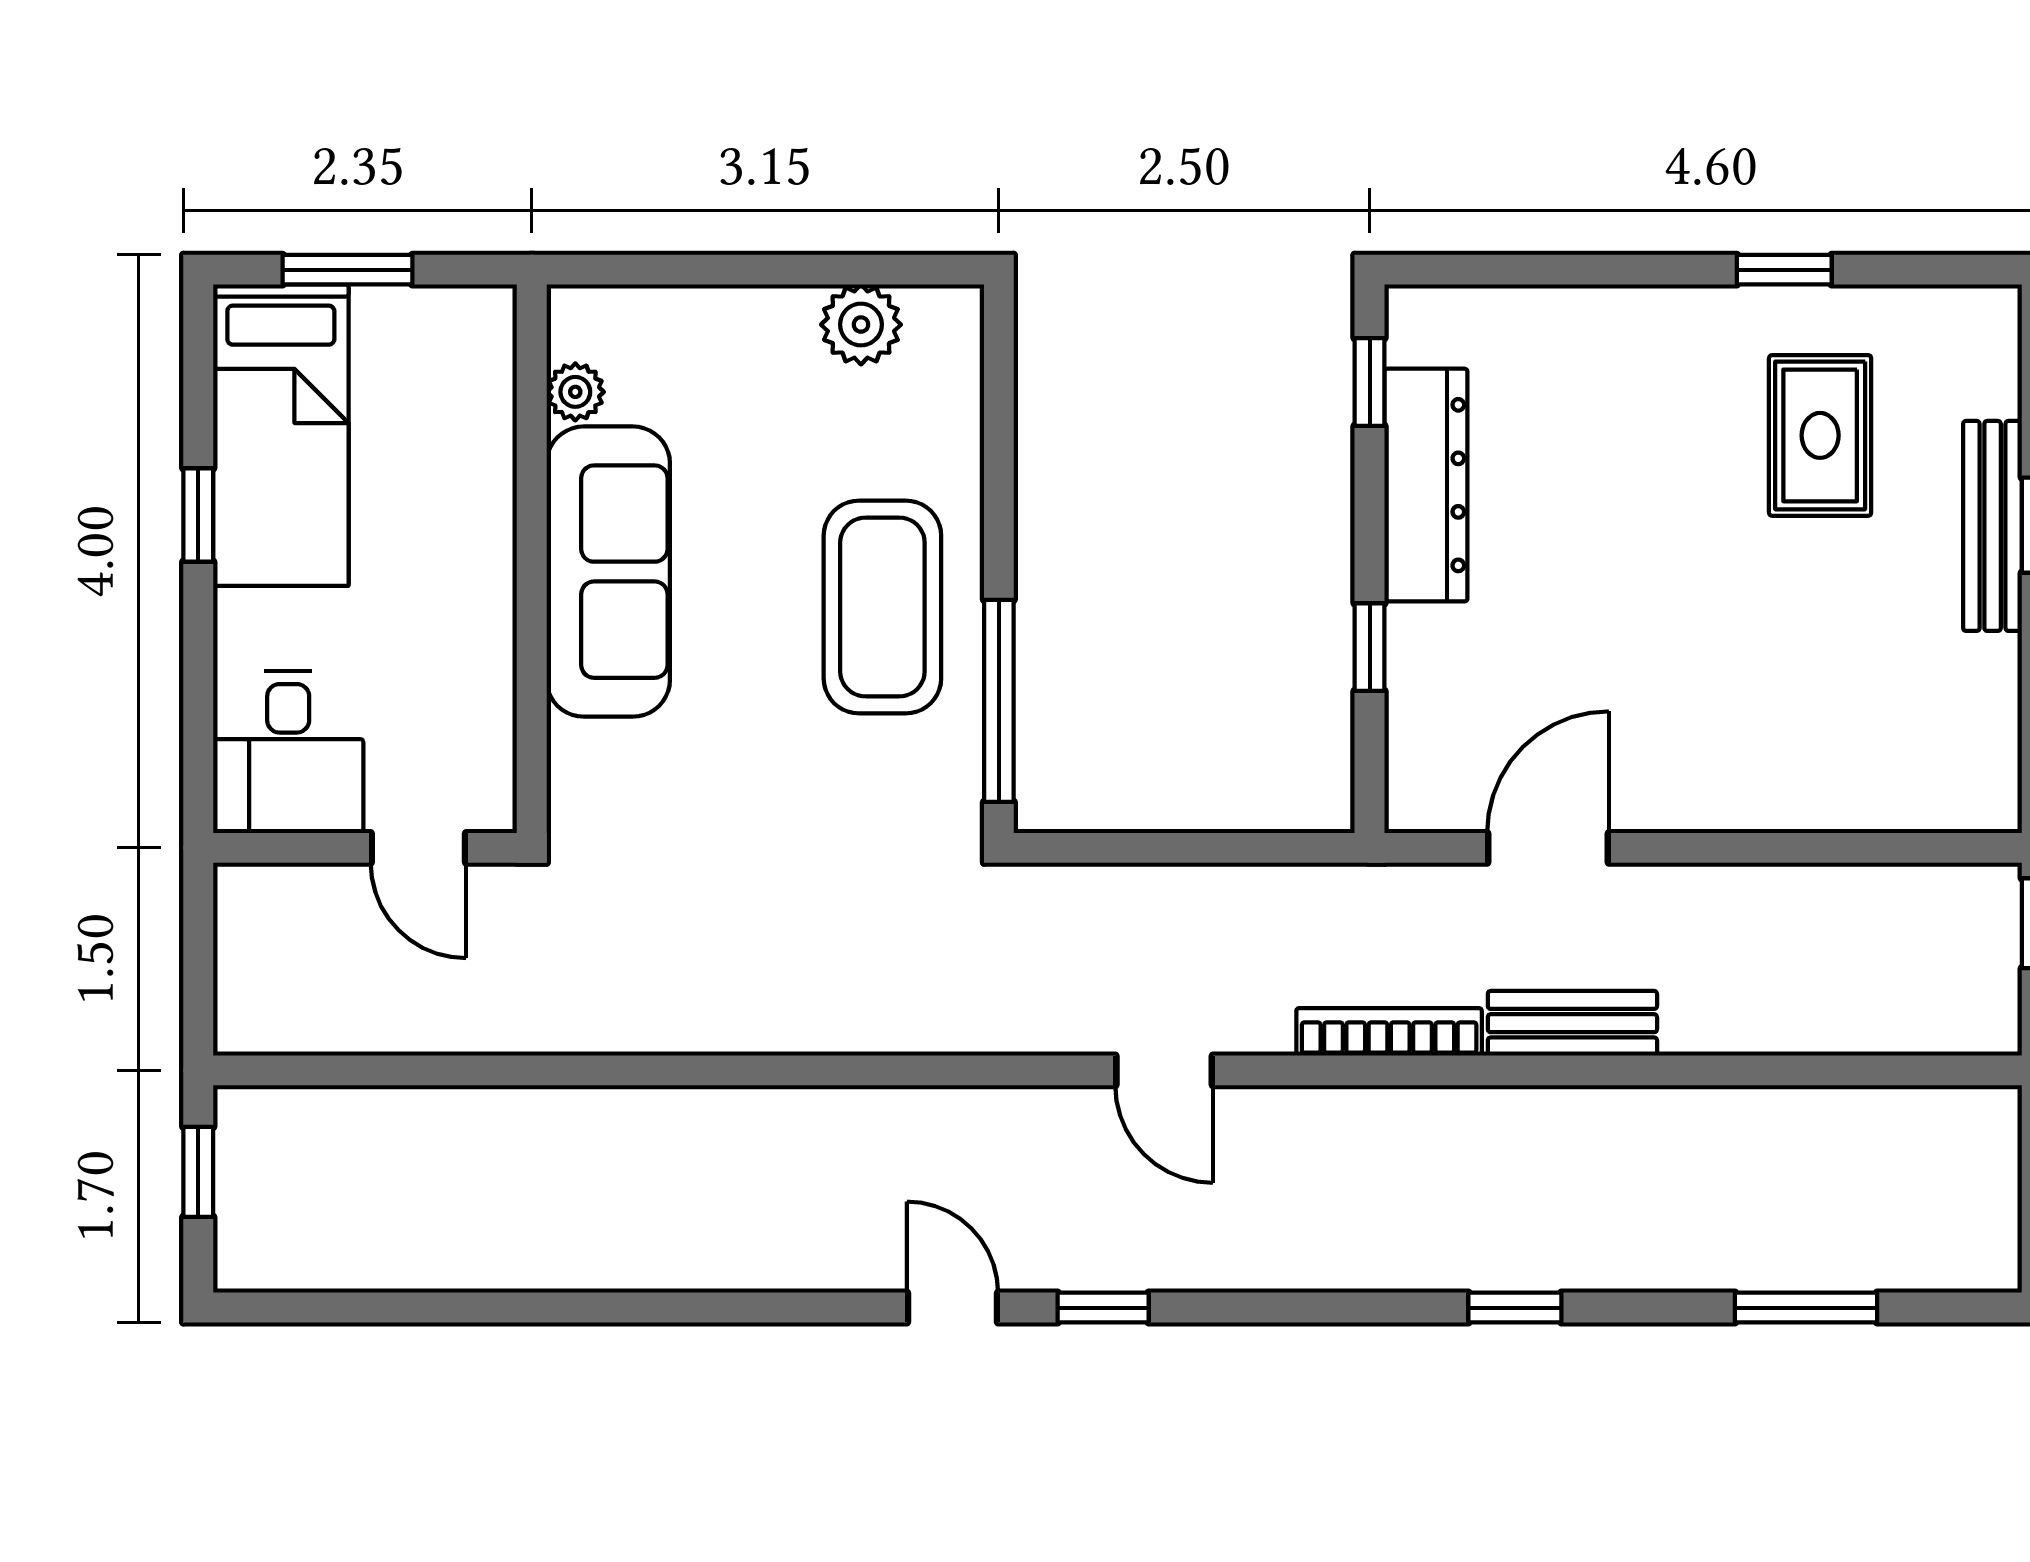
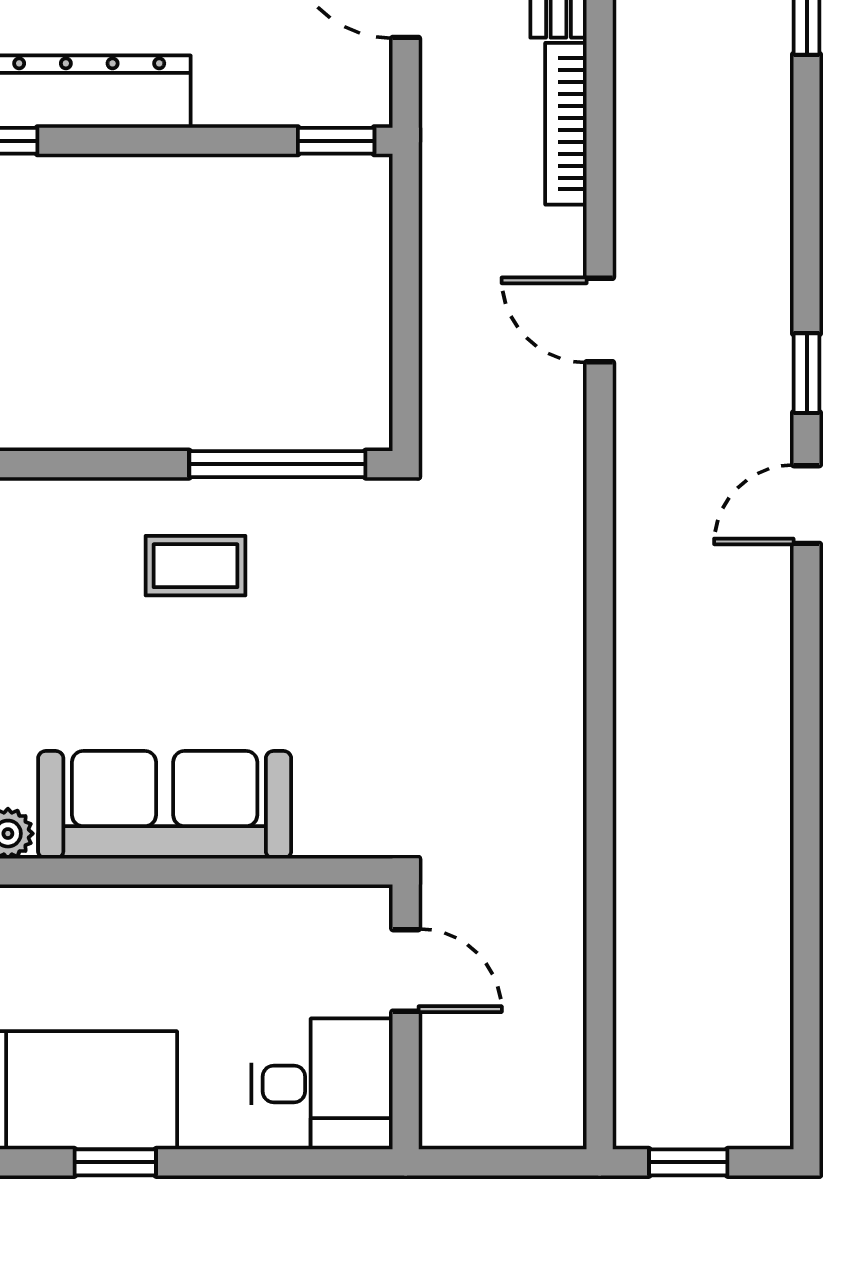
coffee table: (882, 607) -> (195, 566), width x0.54, depth x0.58
window: (1370, 647) -> (336, 141), moved
door: (418, 848) -> (406, 970), hinge flipped
door: (1164, 1070) -> (600, 320), swing flipped

